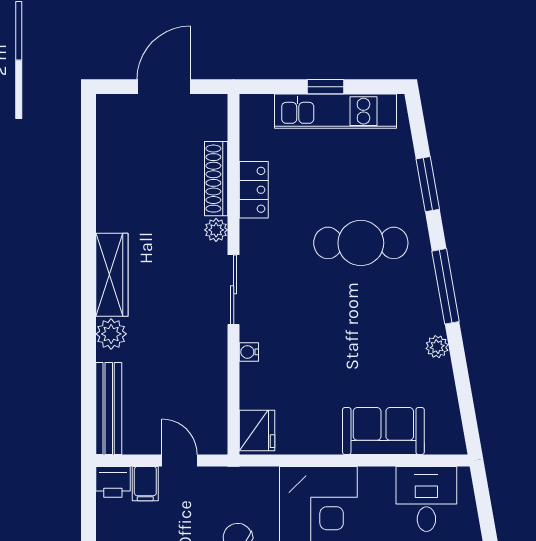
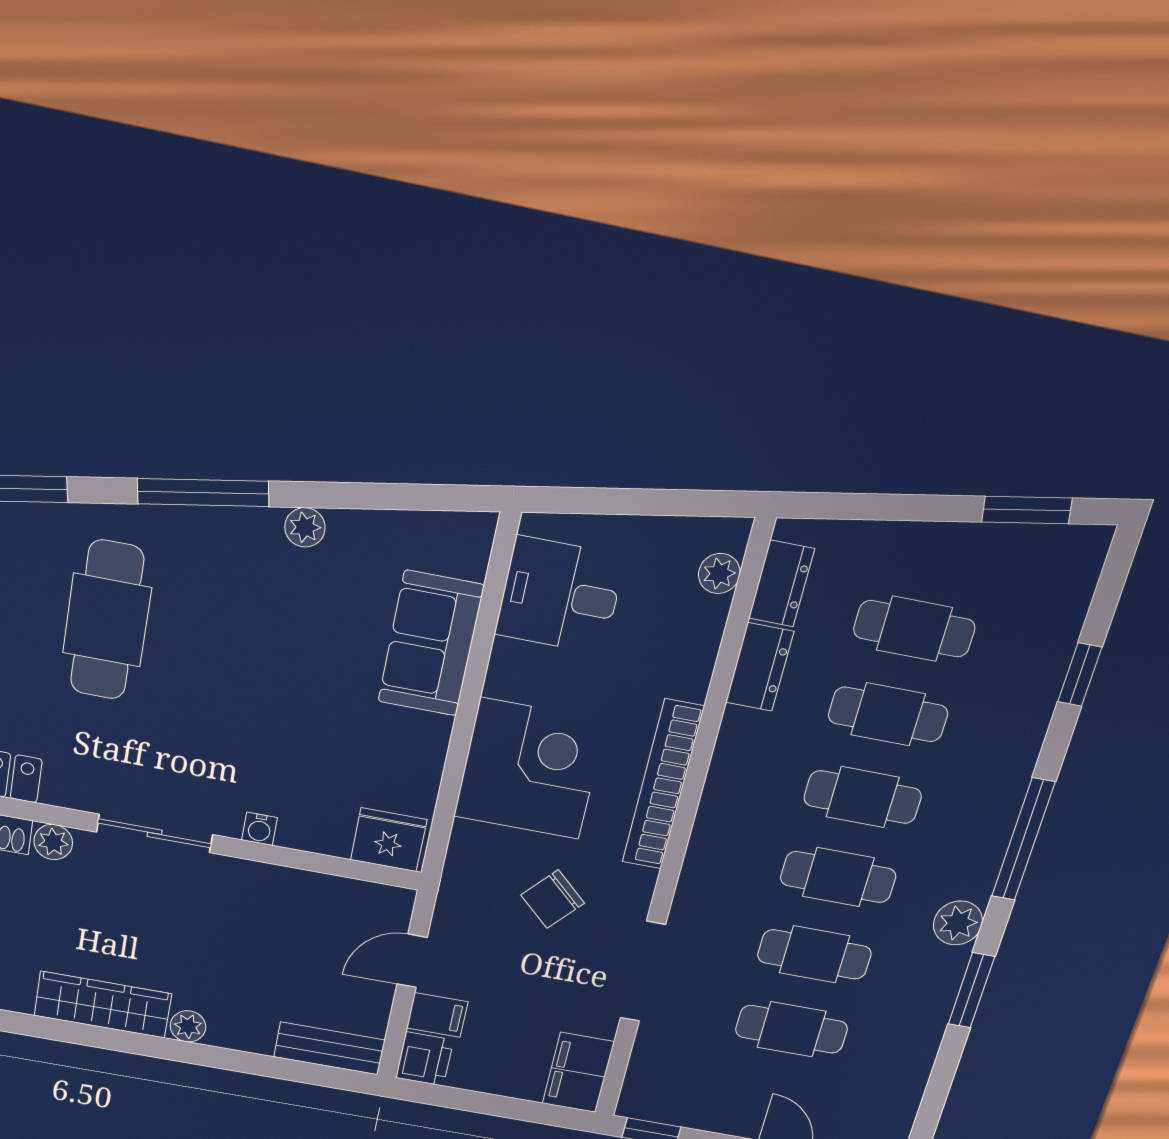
plant: (111, 334) -> (188, 1026), width x0.73, depth x0.73
bench: (109, 409) -> (329, 1048), width x0.73

